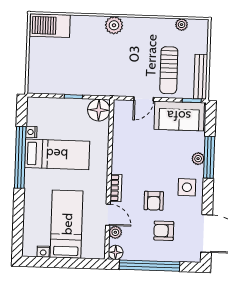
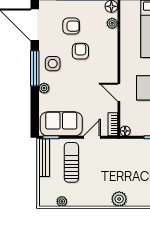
floor lamp: (99, 110) -> (125, 131), width x0.53, depth x0.53
window: (209, 157) -> (35, 68), moved
bookcase: (116, 188) -> (113, 124), moved
door: (108, 215) -> (119, 92), moved

